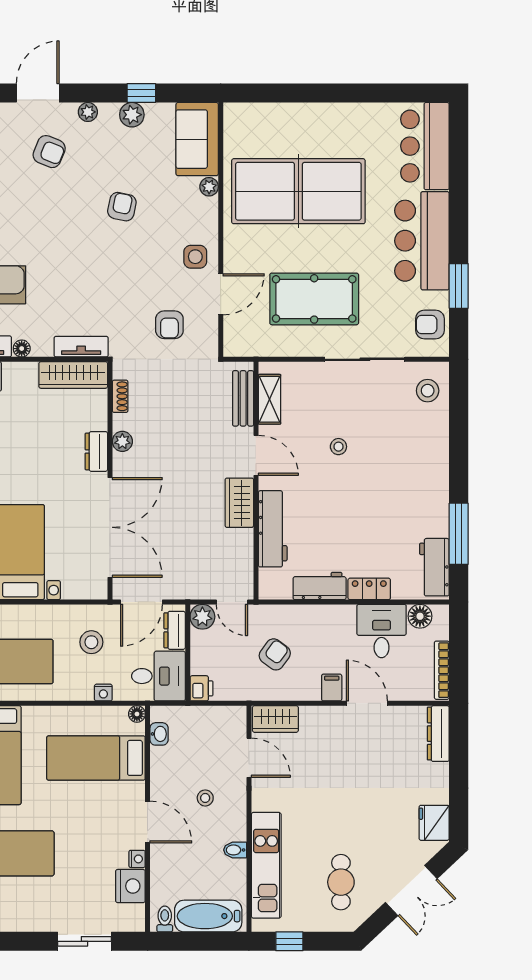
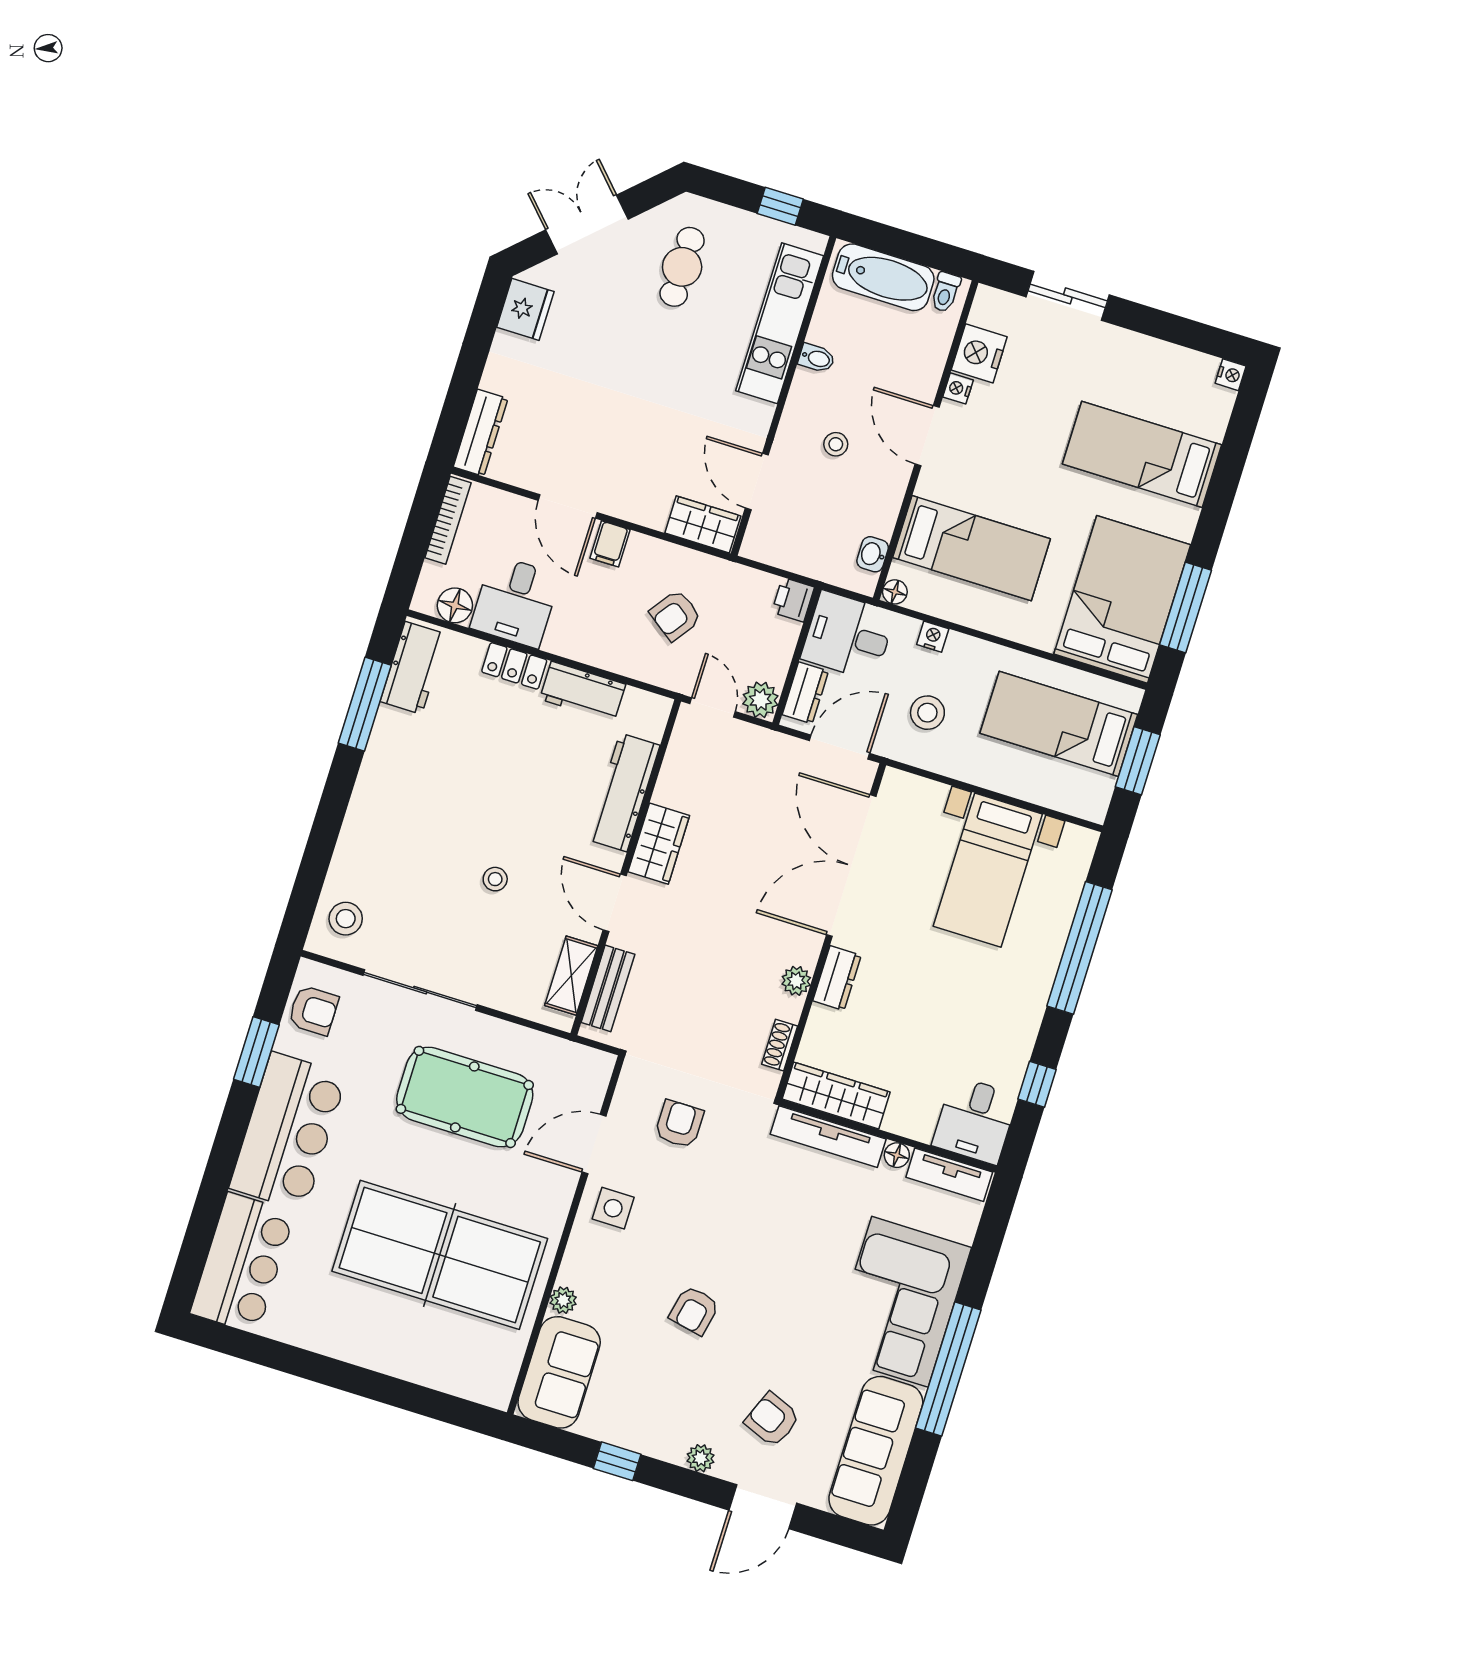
plant: (132, 115) -> (640, 1435), removed
tv unit: (81, 347) -> (828, 1137), width x1.41

